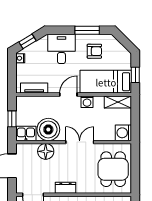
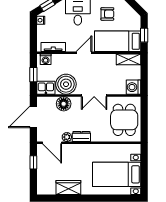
washing machine: (87, 102) -> (46, 59), moved
double door: (80, 142) -> (94, 95), swing flipped
plant: (49, 188) -> (67, 137), added

